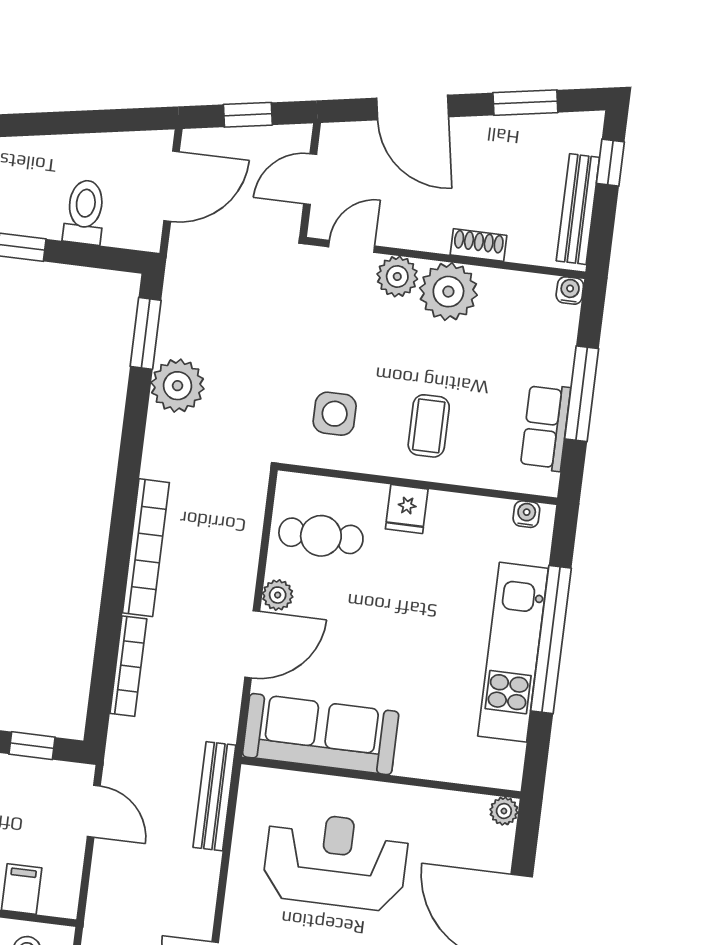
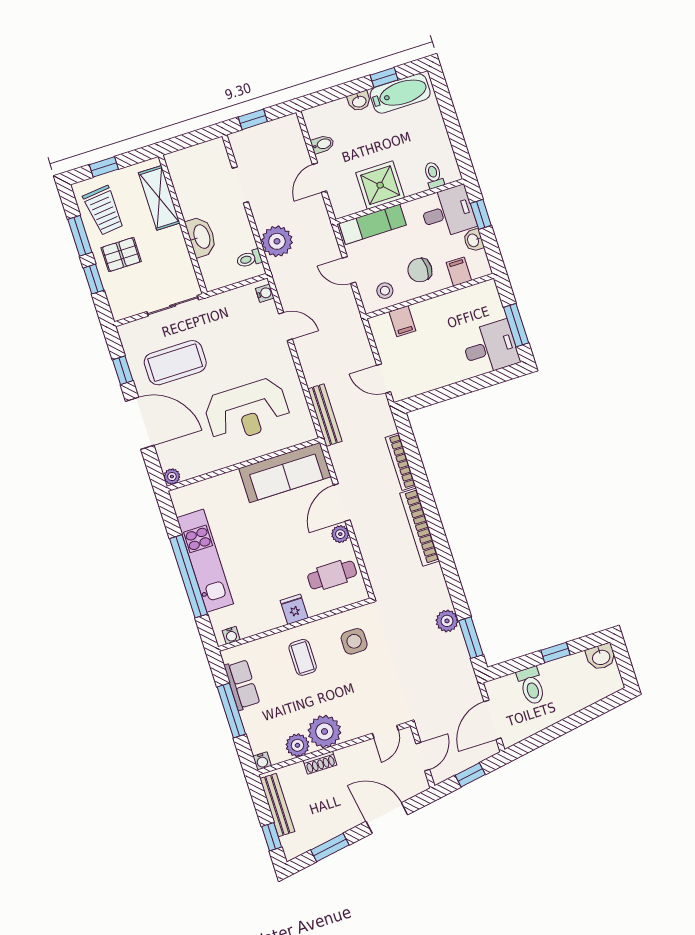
plant: (397, 276) -> (297, 745), moved
plant: (178, 386) -> (447, 621), width x0.73, depth x0.73
window: (32, 746) -> (431, 398), removed

